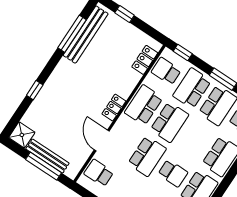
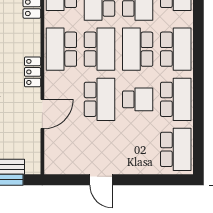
door: (102, 140) -> (42, 114), swing flipped
school desk: (99, 173) -> (138, 49), moved, width x1.85

